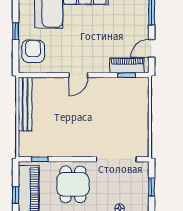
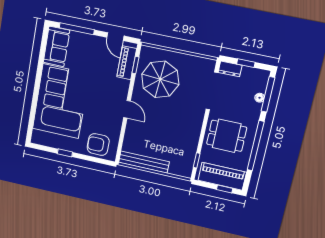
window: (16, 31) -> (65, 153), moved
parasol: (117, 104) -> (160, 79), added
dresser: (143, 172) -> (230, 69), added

